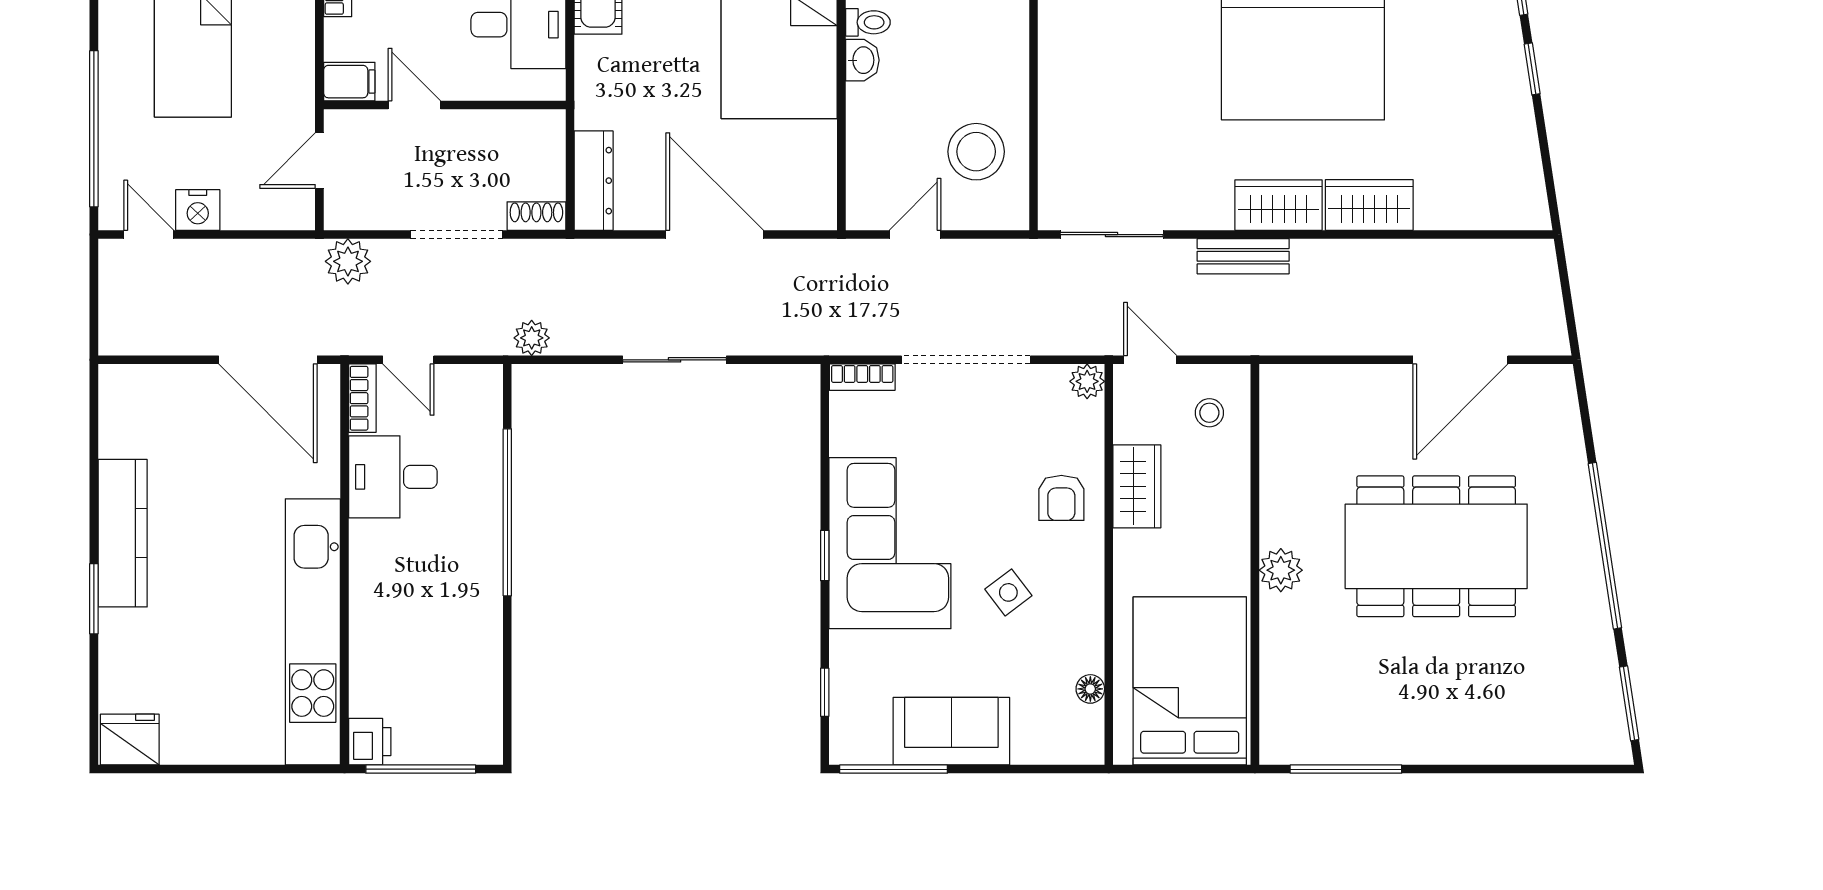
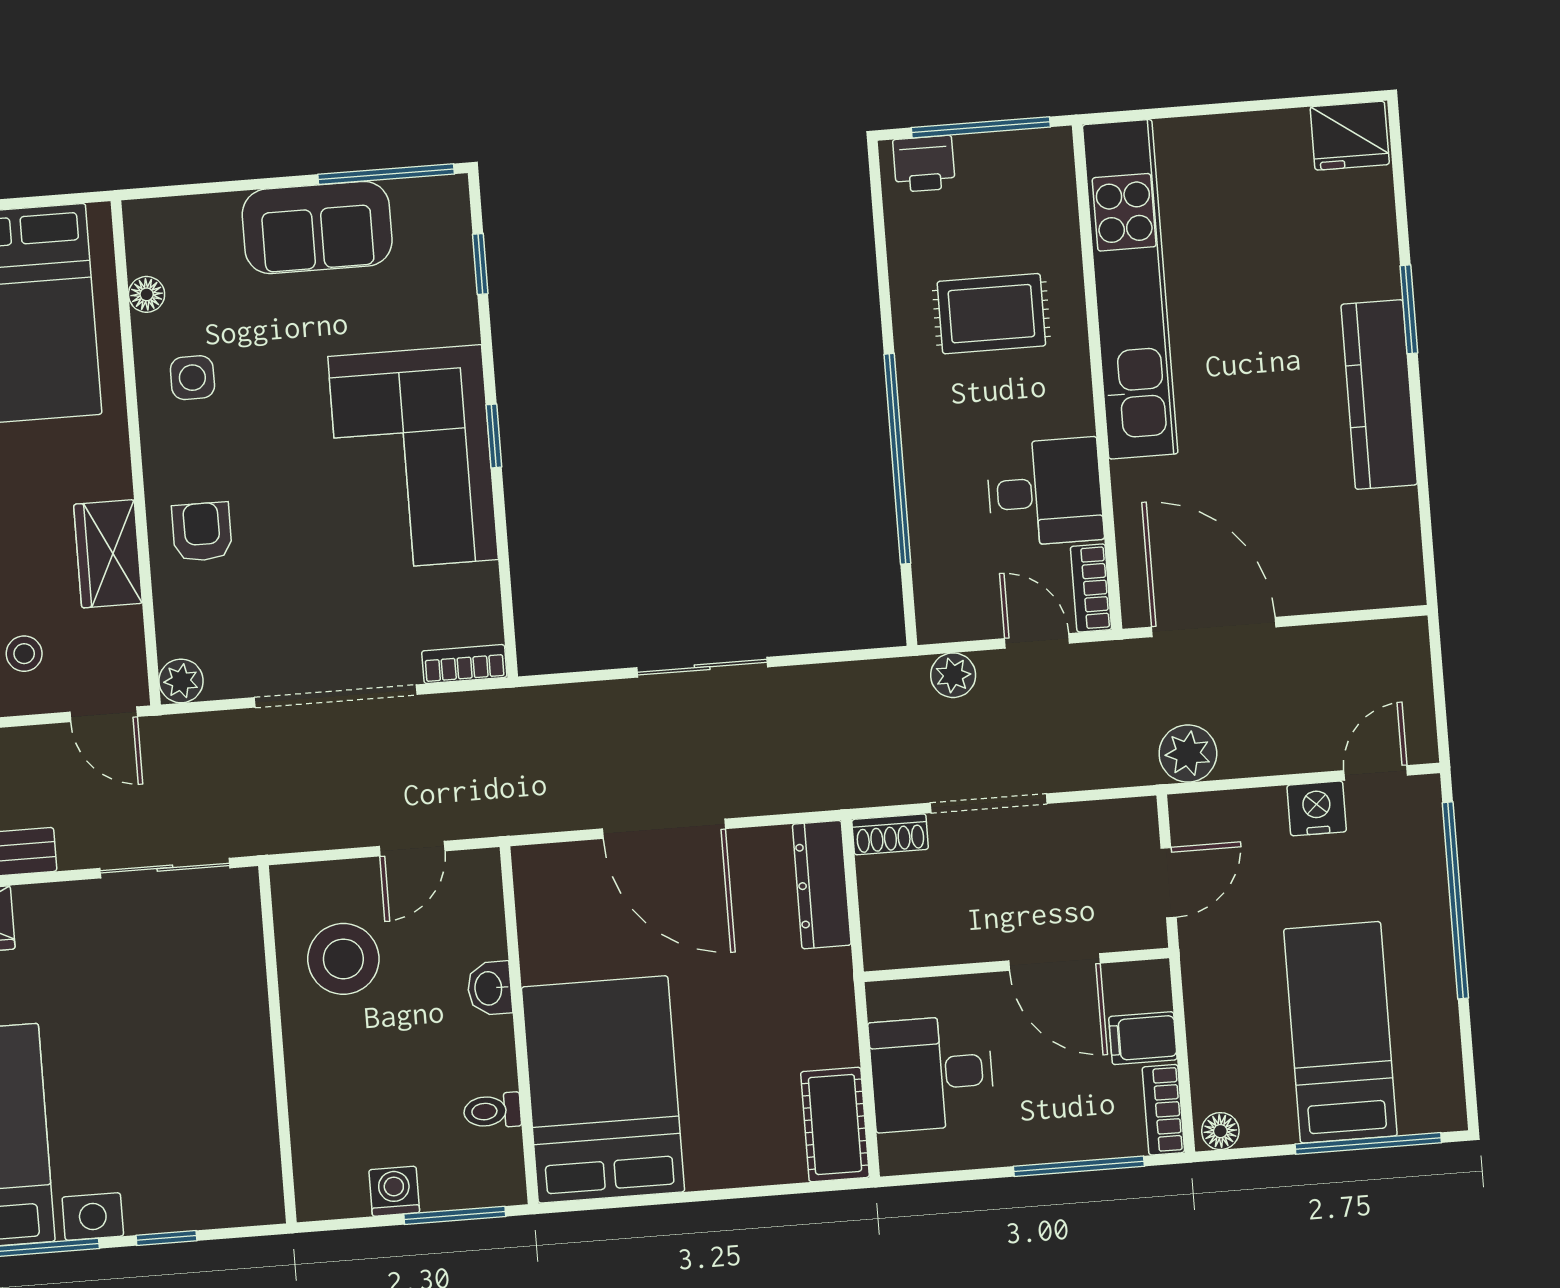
washbasin: (862, 60) -> (490, 988), moved
filing cabinet: (349, 82) -> (1143, 1038), moved
door: (414, 105) -> (1054, 962), width x1.38
door: (149, 235) -> (1376, 773), swing flipped
plant: (348, 261) -> (1188, 753), moved
plant: (532, 338) -> (953, 675), moved
side table: (1008, 592) -> (192, 378), moved, turned 37
rug: (424, 621) -> (991, 314), added
printer: (370, 742) -> (924, 164), moved, turned -90

